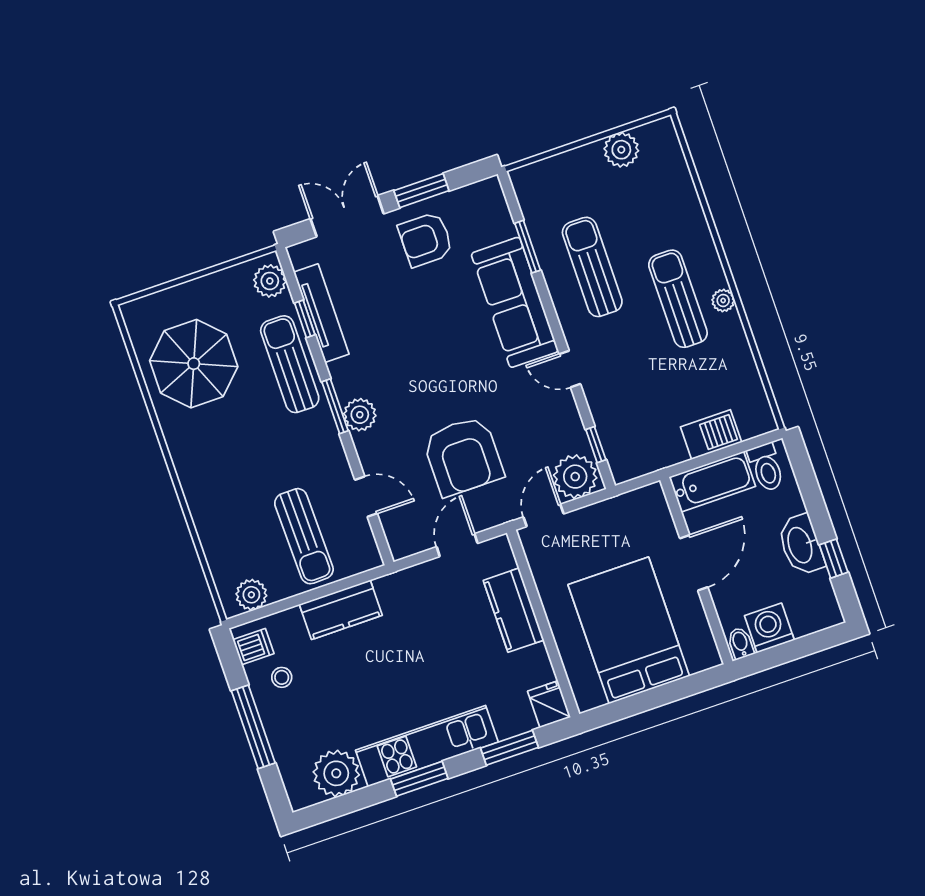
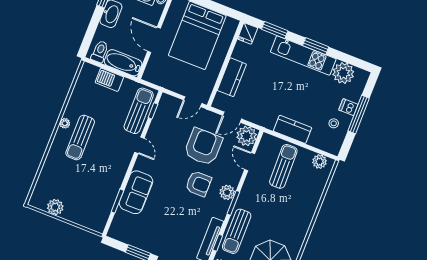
armchair: (426, 239) -> (198, 184), moved
sun lounger: (592, 267) -> (139, 111), moved, turned 180
sofa: (515, 302) -> (136, 192), width x0.73
plant: (575, 477) -> (247, 136), moved
door: (694, 563) -> (154, 40), hinge flipped
dishwasher: (253, 647) -> (348, 107), moved

